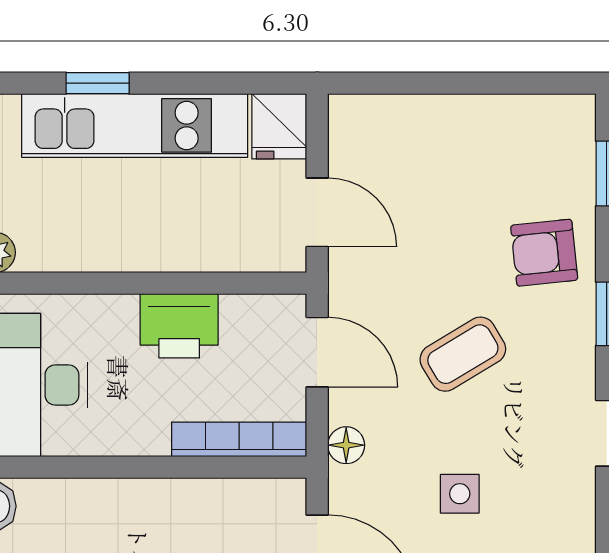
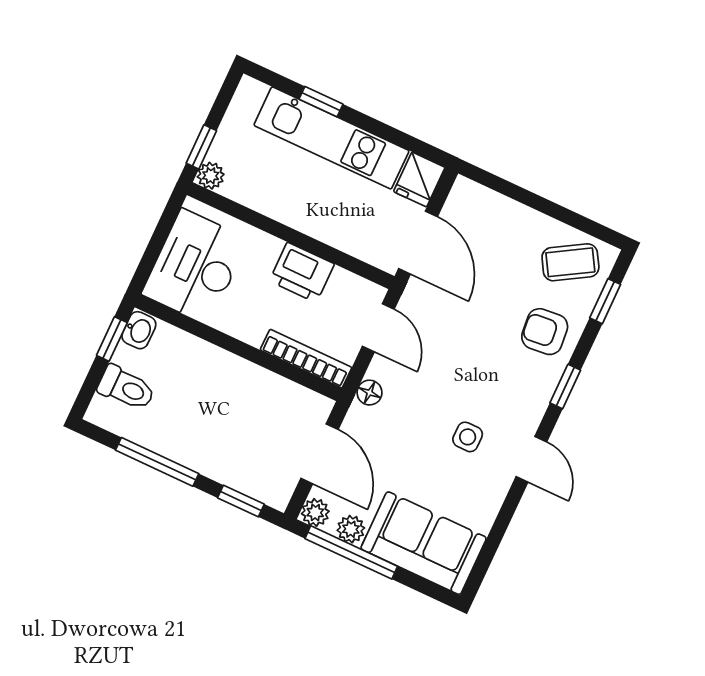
door: (317, 212) -> (418, 243), width x1.38
coffee table: (463, 354) -> (570, 262), moved
side table: (460, 494) -> (468, 437), moved

